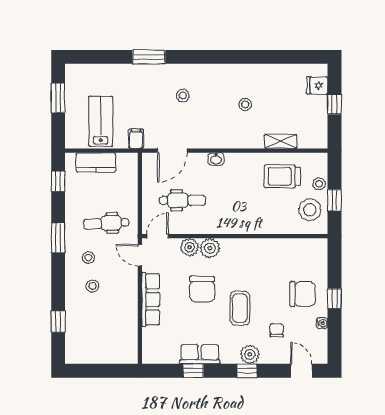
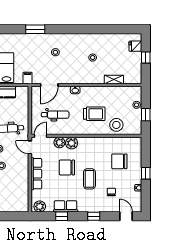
trolley: (282, 176) -> (94, 114), moved, turned 180
stool: (310, 210) -> (116, 125), moved
chair: (202, 289) -> (67, 167), turned 90
chair: (303, 294) -> (119, 161), moved, turned 180
plant: (250, 354) -> (40, 206), moved

